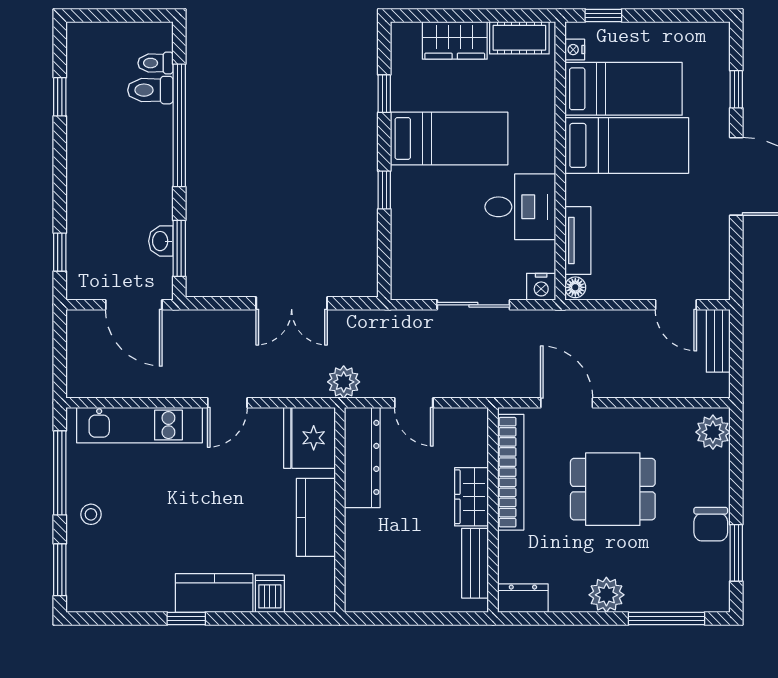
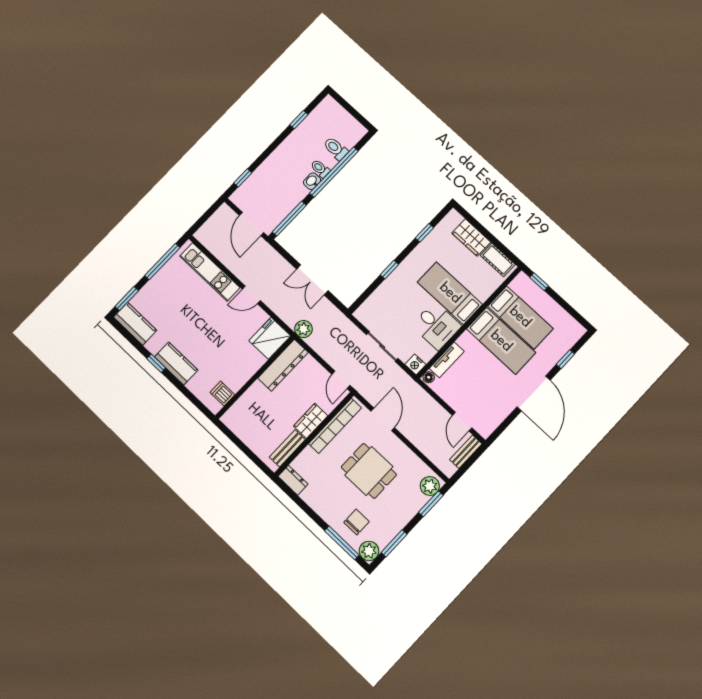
nightstand: (575, 50) -> (515, 284), removed
toilet: (155, 63) -> (320, 169), moved
bed: (449, 138) -> (450, 293), moved, turned 180
washbasin: (161, 241) -> (312, 181), moved
window: (179, 248) -> (289, 219), width x1.44
door: (414, 403) -> (341, 380), moved
window: (736, 454) -> (431, 504), added
stool: (91, 514) -> (159, 289), removed
kitchen counter: (316, 517) -> (135, 324), moved, turned 90
chair: (711, 524) -> (356, 522), moved, turned 180
dishwasher: (270, 594) -> (222, 394), moved, turned -90
plant: (606, 595) -> (369, 551), moved

